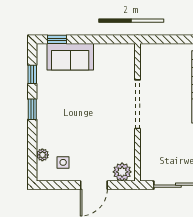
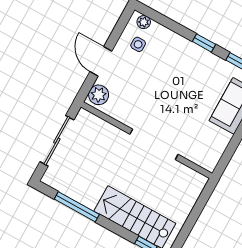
plant: (42, 155) -> (144, 22), moved

